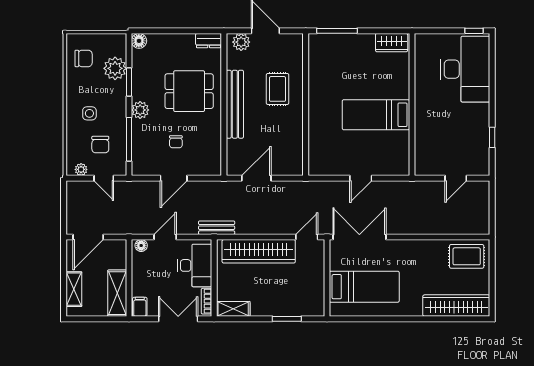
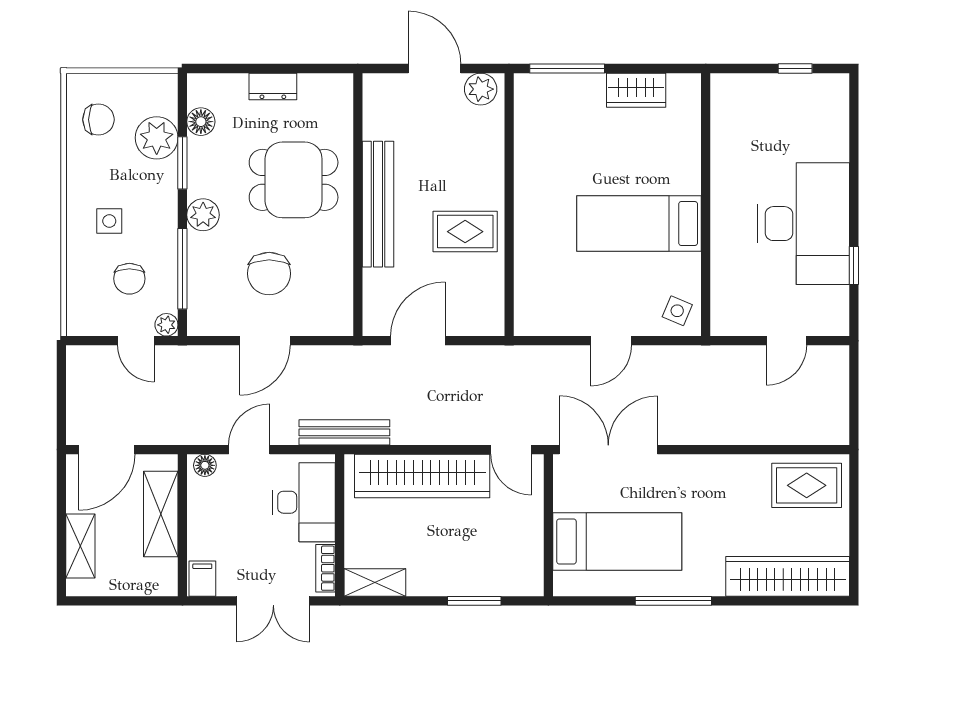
window: (474, 31) -> (795, 68), moved
floor lamp: (139, 41) -> (201, 122), moved
dresser: (209, 41) -> (273, 86), moved
plant: (241, 42) -> (481, 89), moved
wardrobe: (392, 43) -> (636, 90), moved
desk: (465, 69) -> (804, 224), moved
rug: (278, 89) -> (465, 232), moved, turned 90
chair: (176, 142) -> (269, 274), width x1.87, depth x1.87
side table: (397, 162) -> (677, 311), added
plant: (81, 169) -> (166, 325), moved
bench: (217, 228) -> (344, 432), width x1.36
door: (307, 237) -> (511, 450), swing flipped
shelving: (117, 293) -> (161, 514), moved
double door: (178, 319) -> (273, 601), swing flipped
window: (395, 319) -> (673, 601), added

